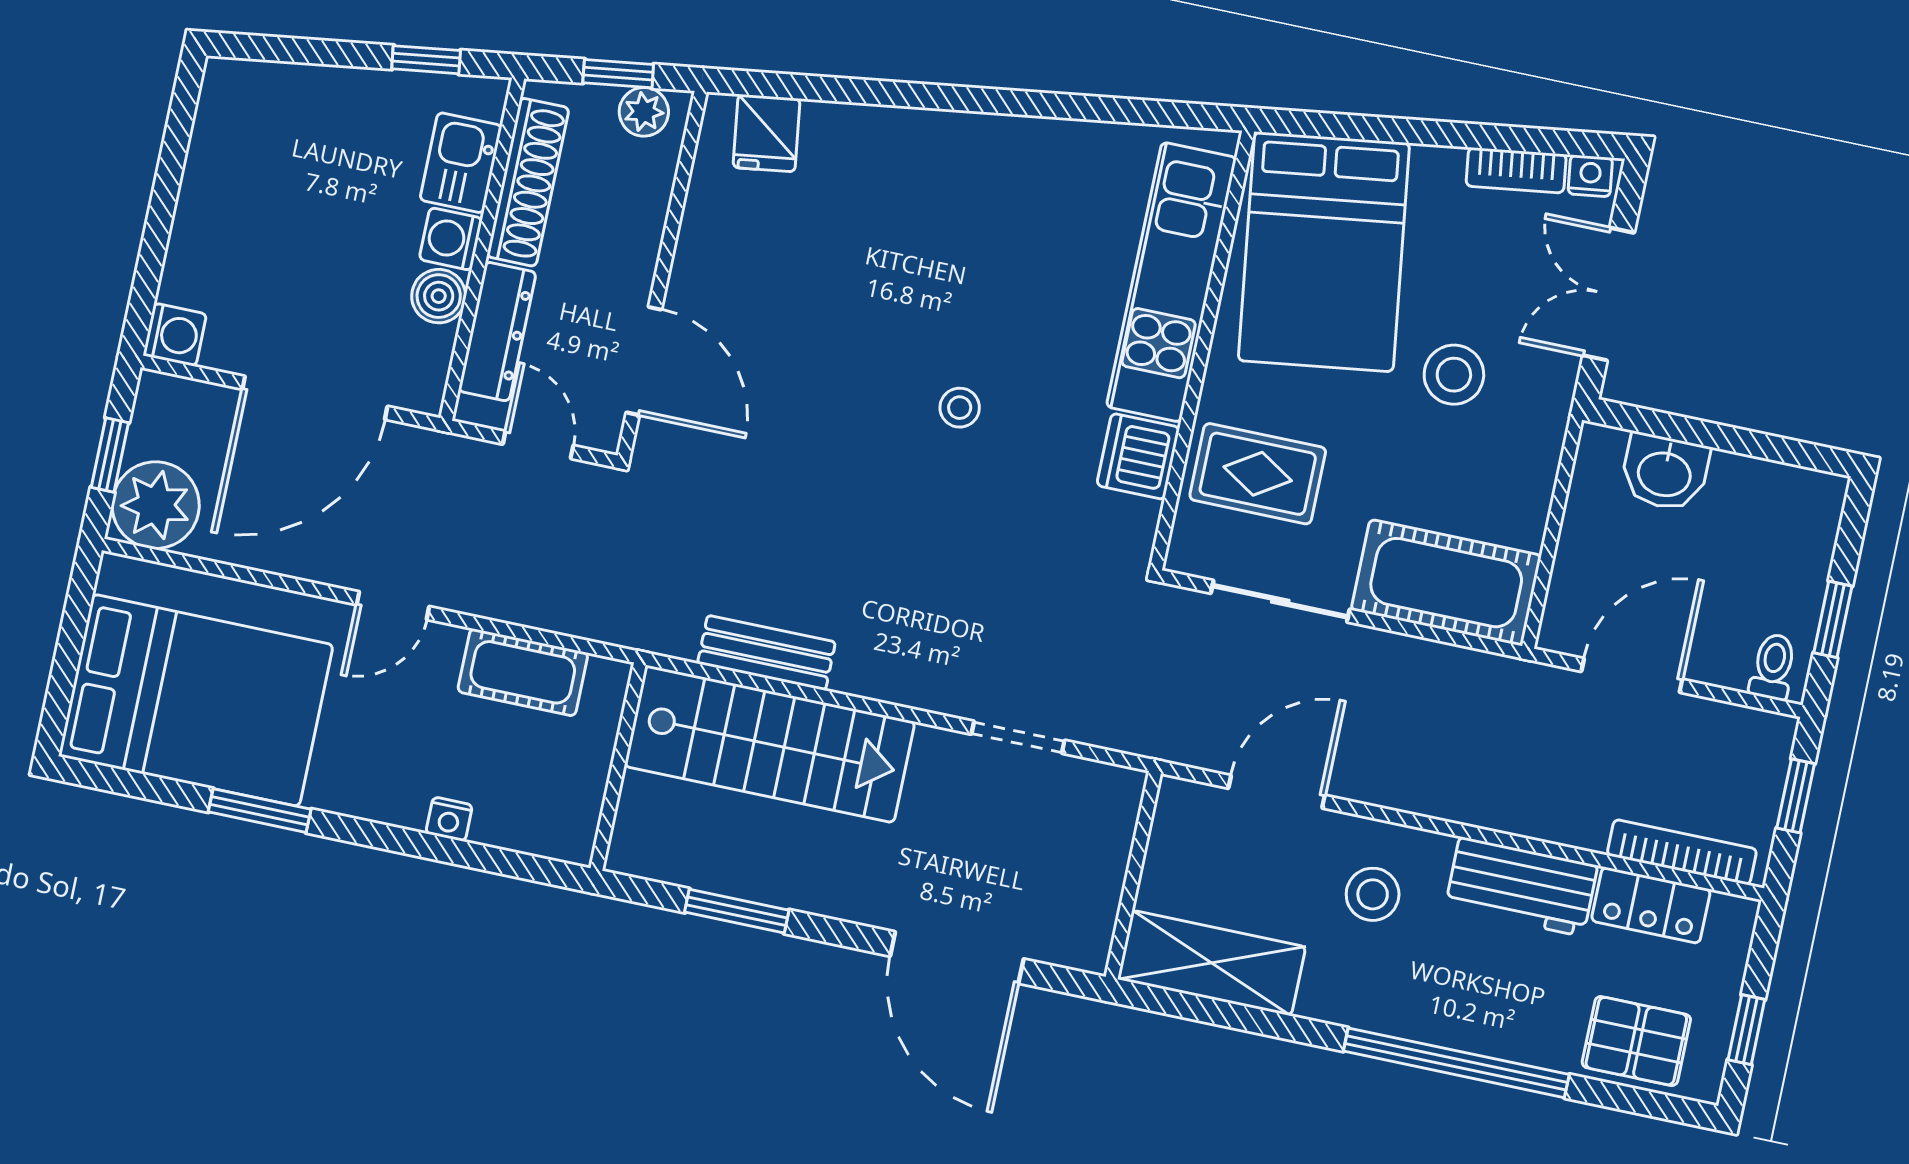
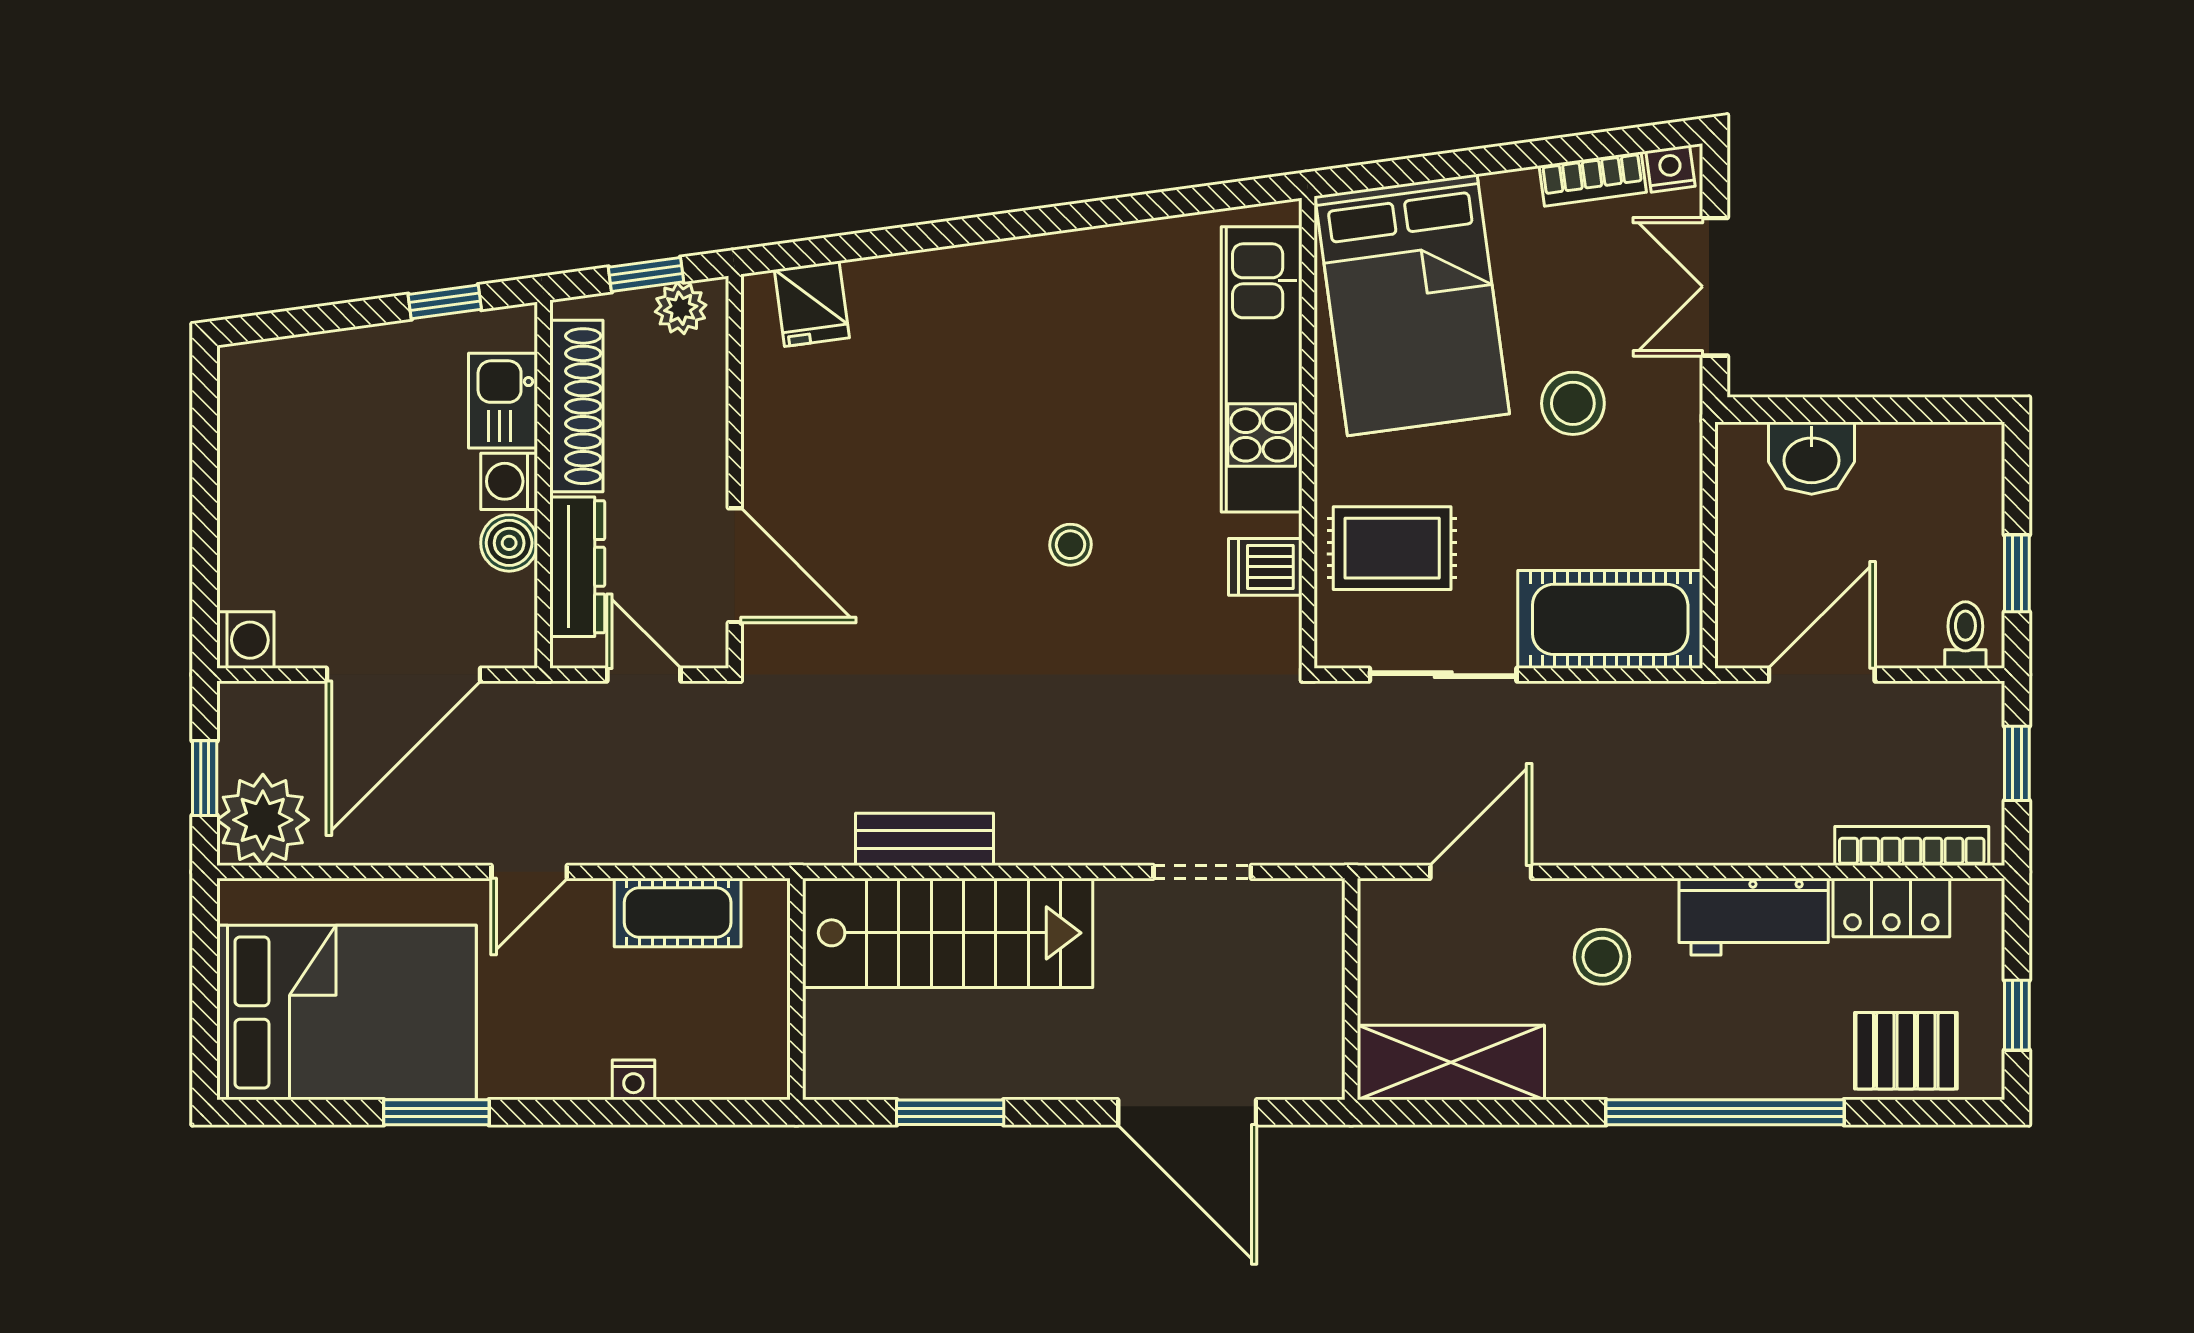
dishwasher: (1138, 456) -> (1265, 567), width x0.73

